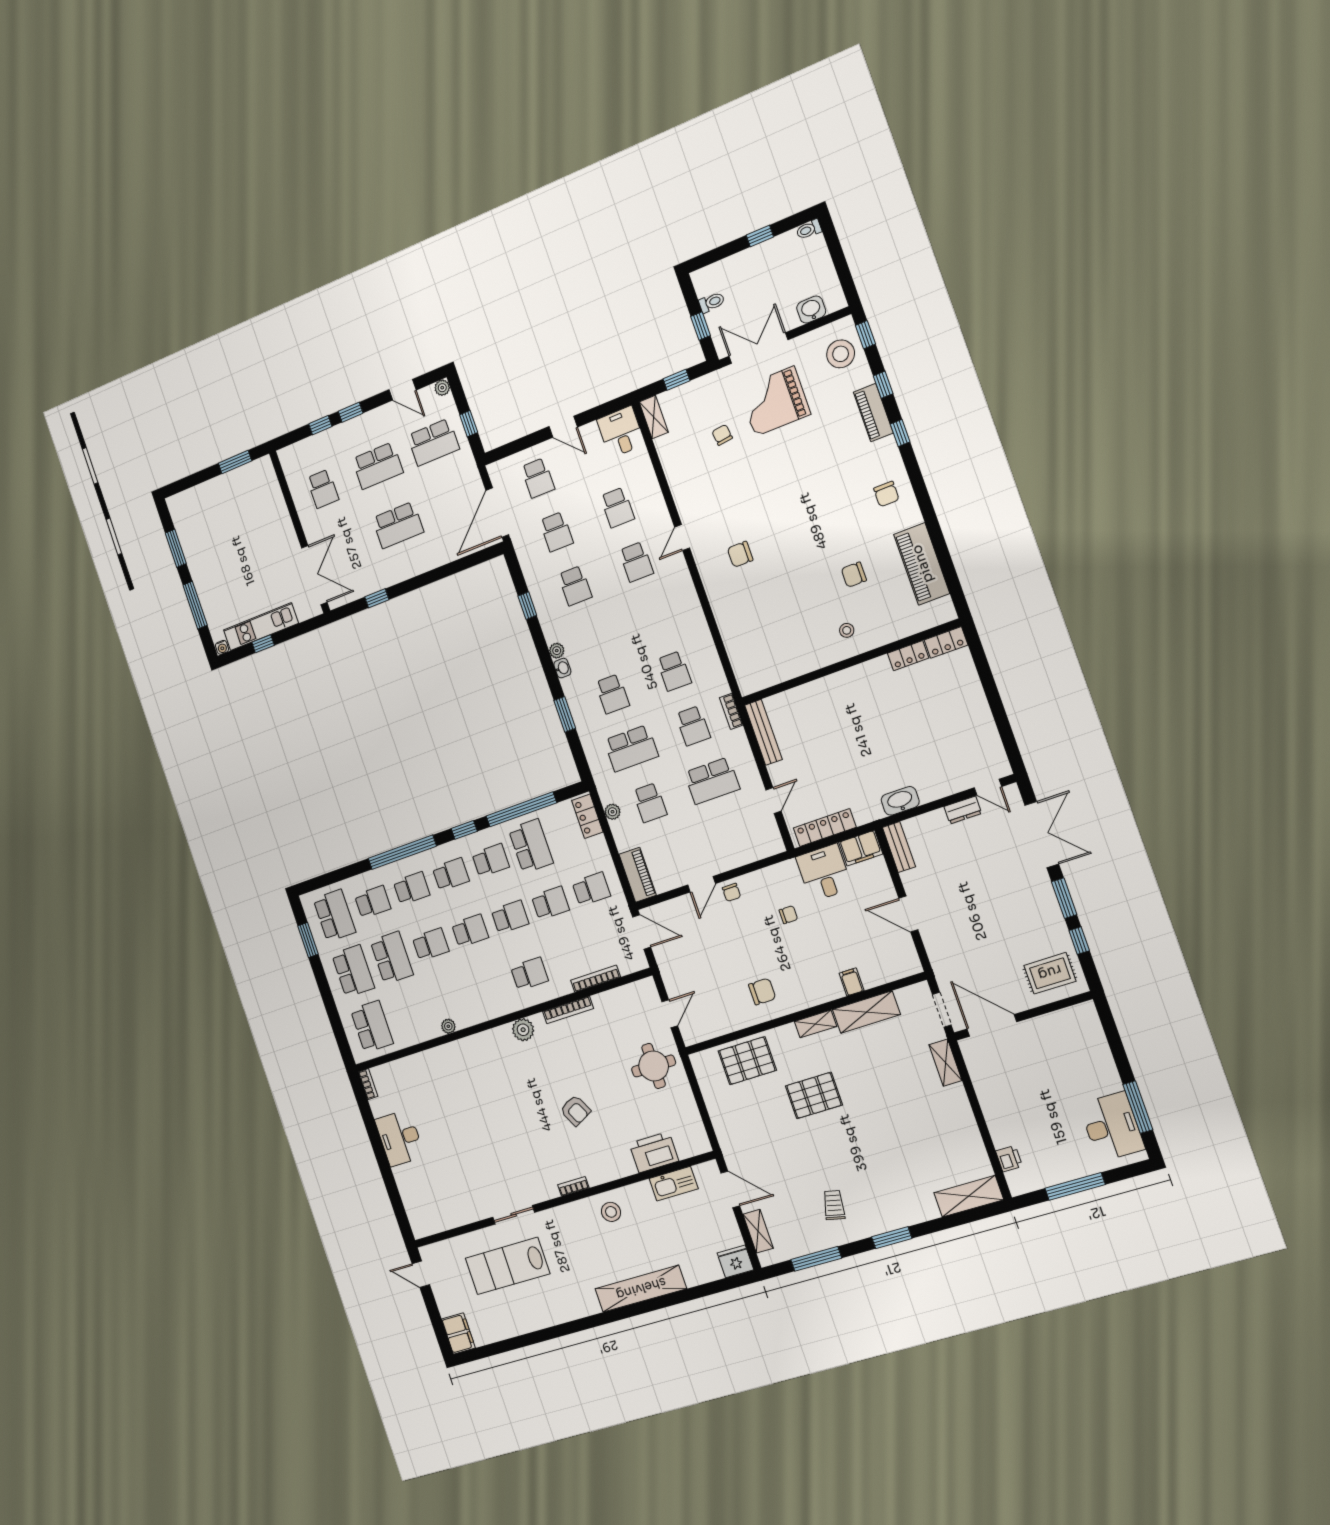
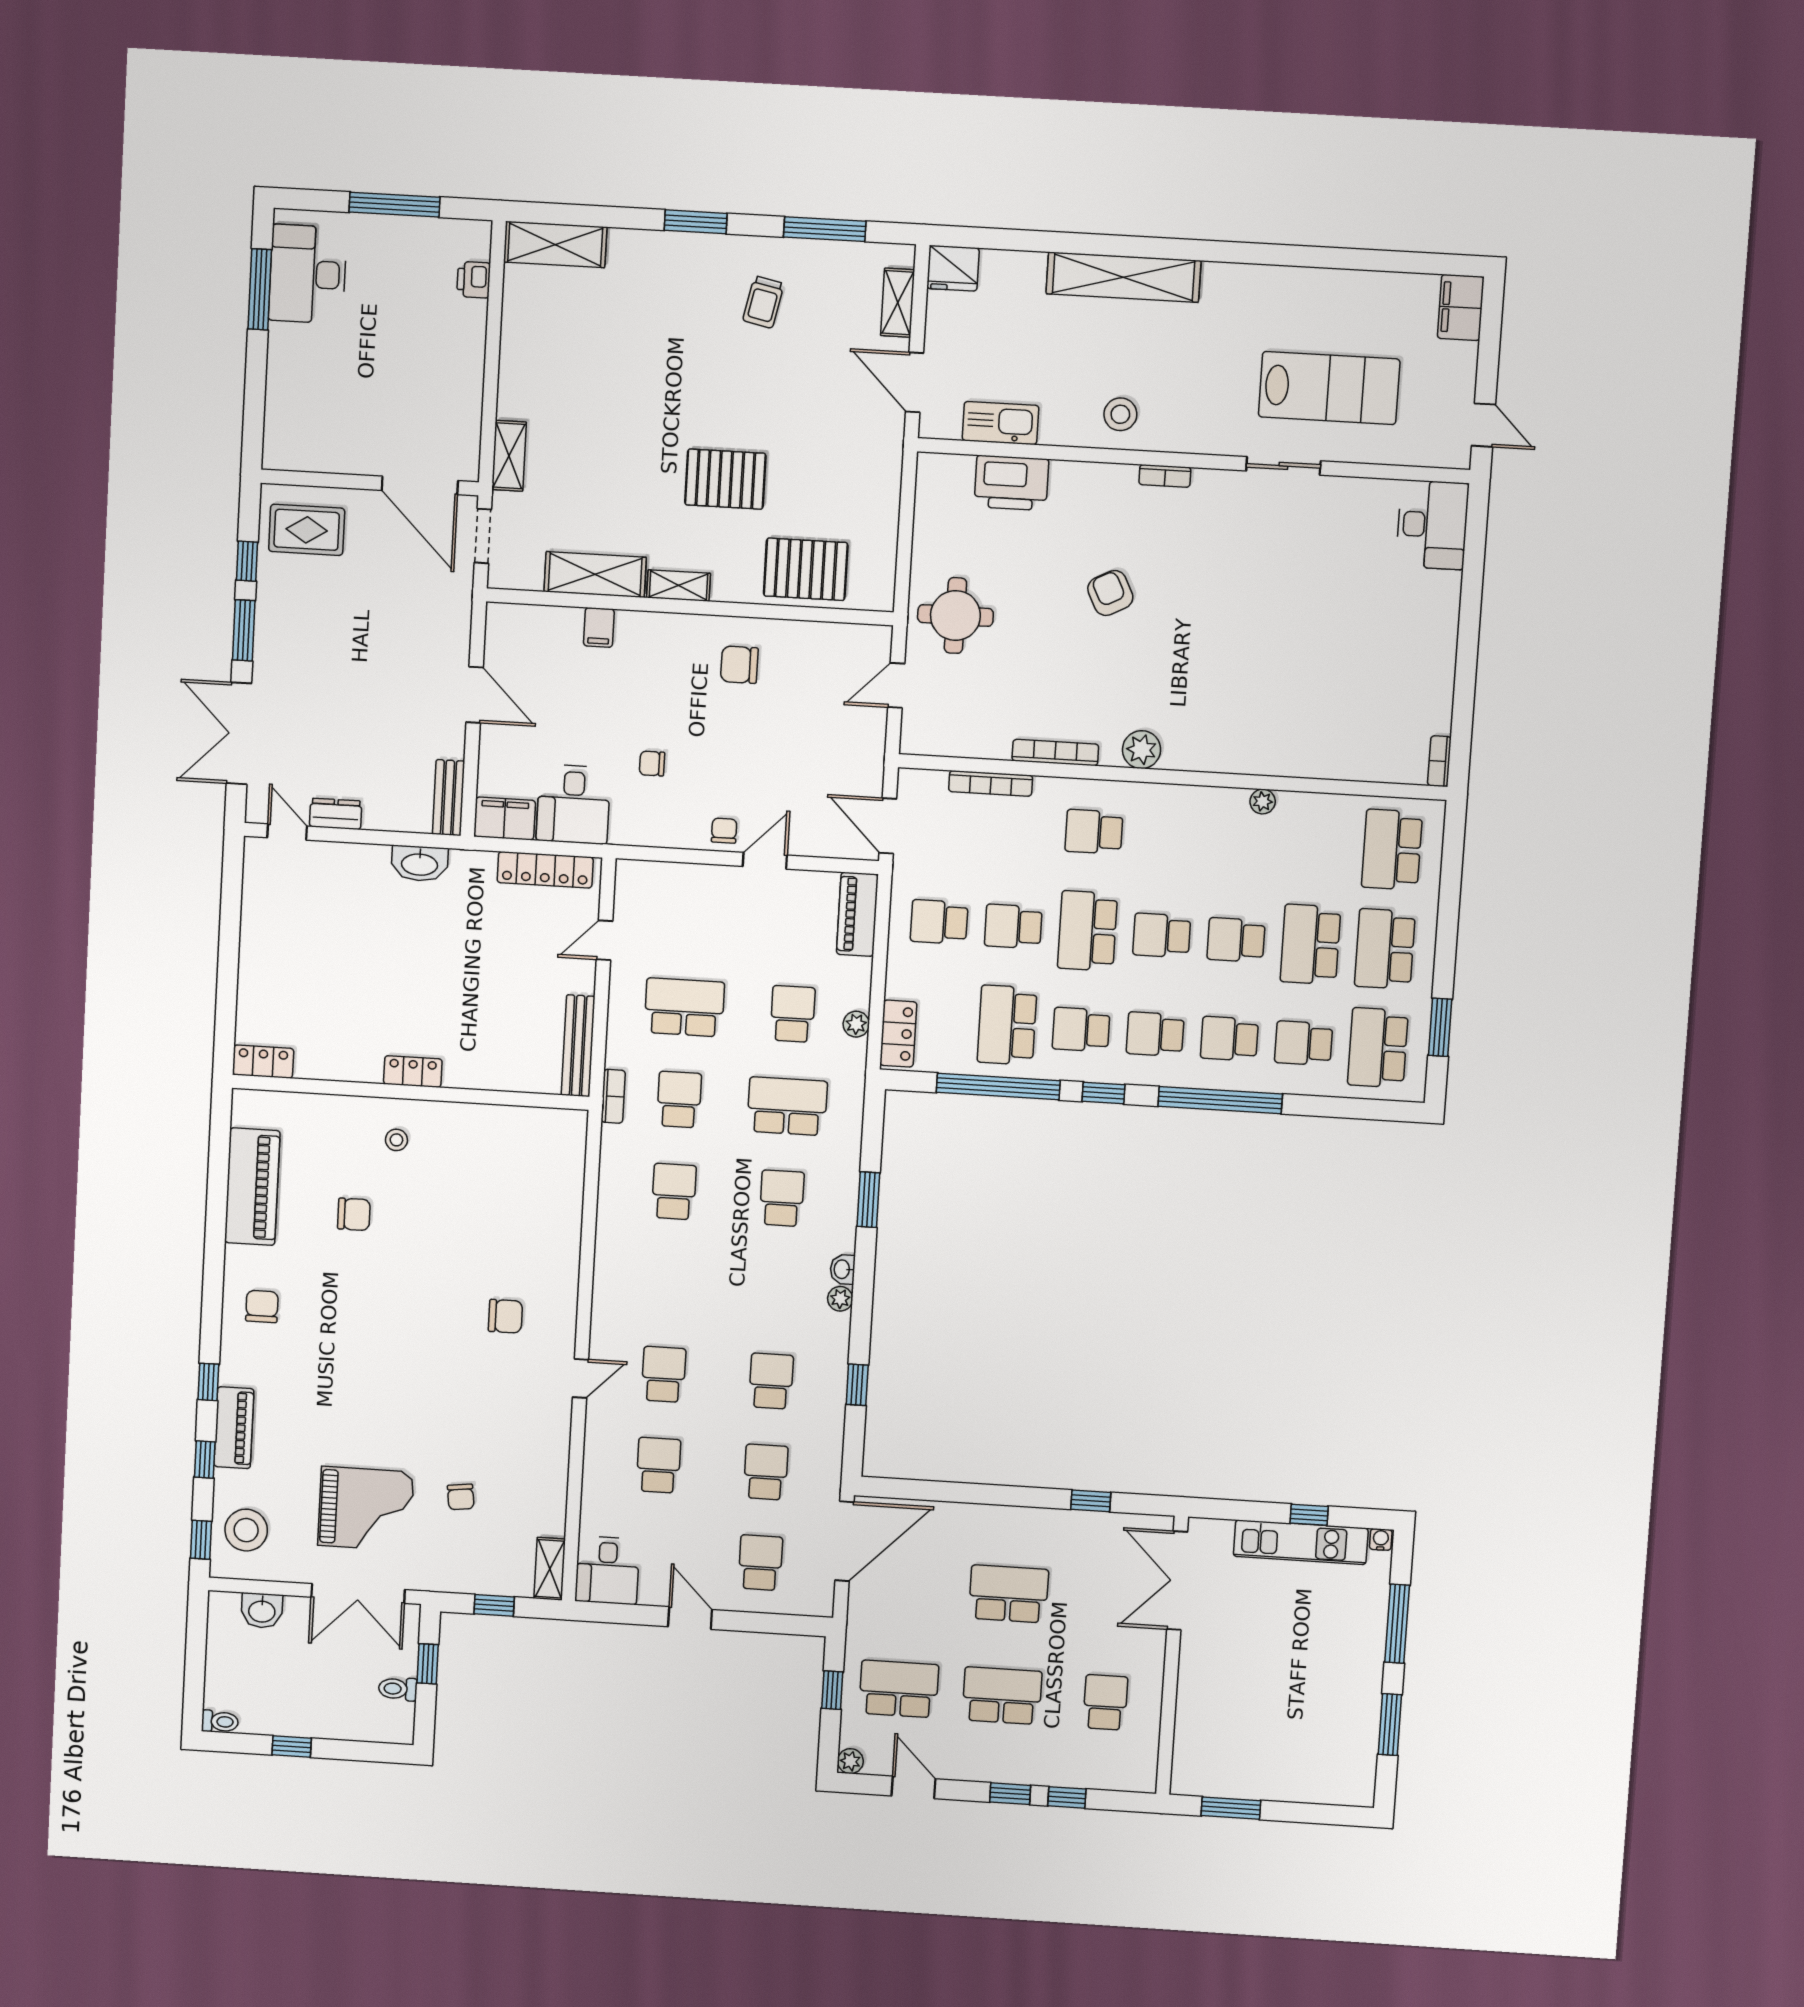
locker: (908, 656) -> (413, 1072), moved
school desk: (510, 917) -> (1087, 931), width x1.85
desk: (400, 1138) -> (1432, 525), moved

